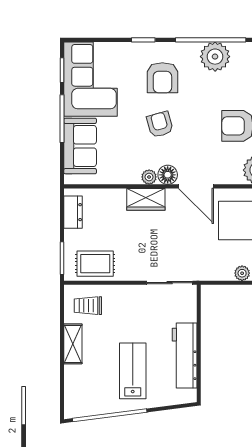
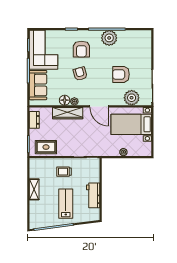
floor lamp: (168, 175) -> (65, 100), moved
wardrobe: (146, 199) -> (68, 113), width x1.50
trolley: (88, 306) -> (64, 172), moved
workbench: (185, 355) -> (93, 195), width x0.73

